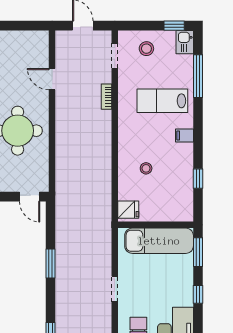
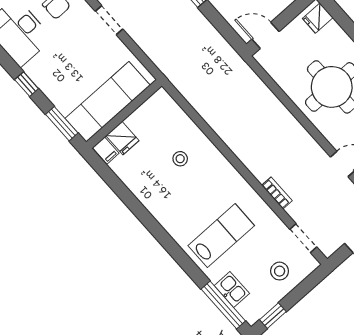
kitchen sink: (185, 42) -> (232, 290), moved
window: (198, 76) -> (223, 305), moved
filing cabinet: (184, 135) -> (106, 150), moved, turned 90
window: (198, 179) -> (123, 192), removed
fridge: (128, 210) -> (122, 138), moved, turned -90

